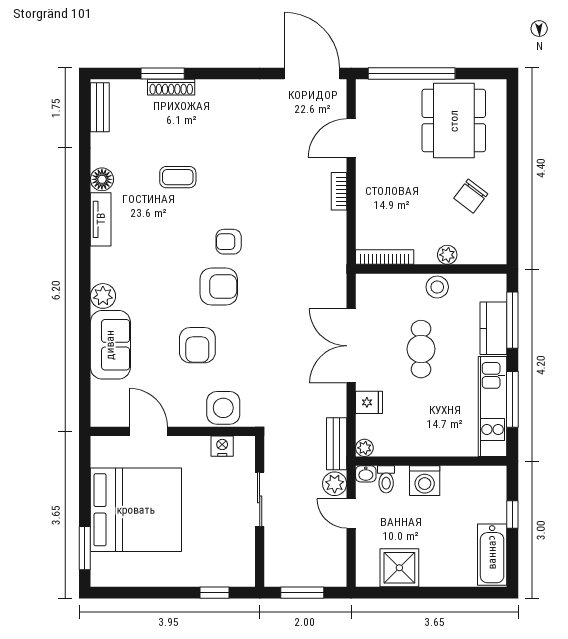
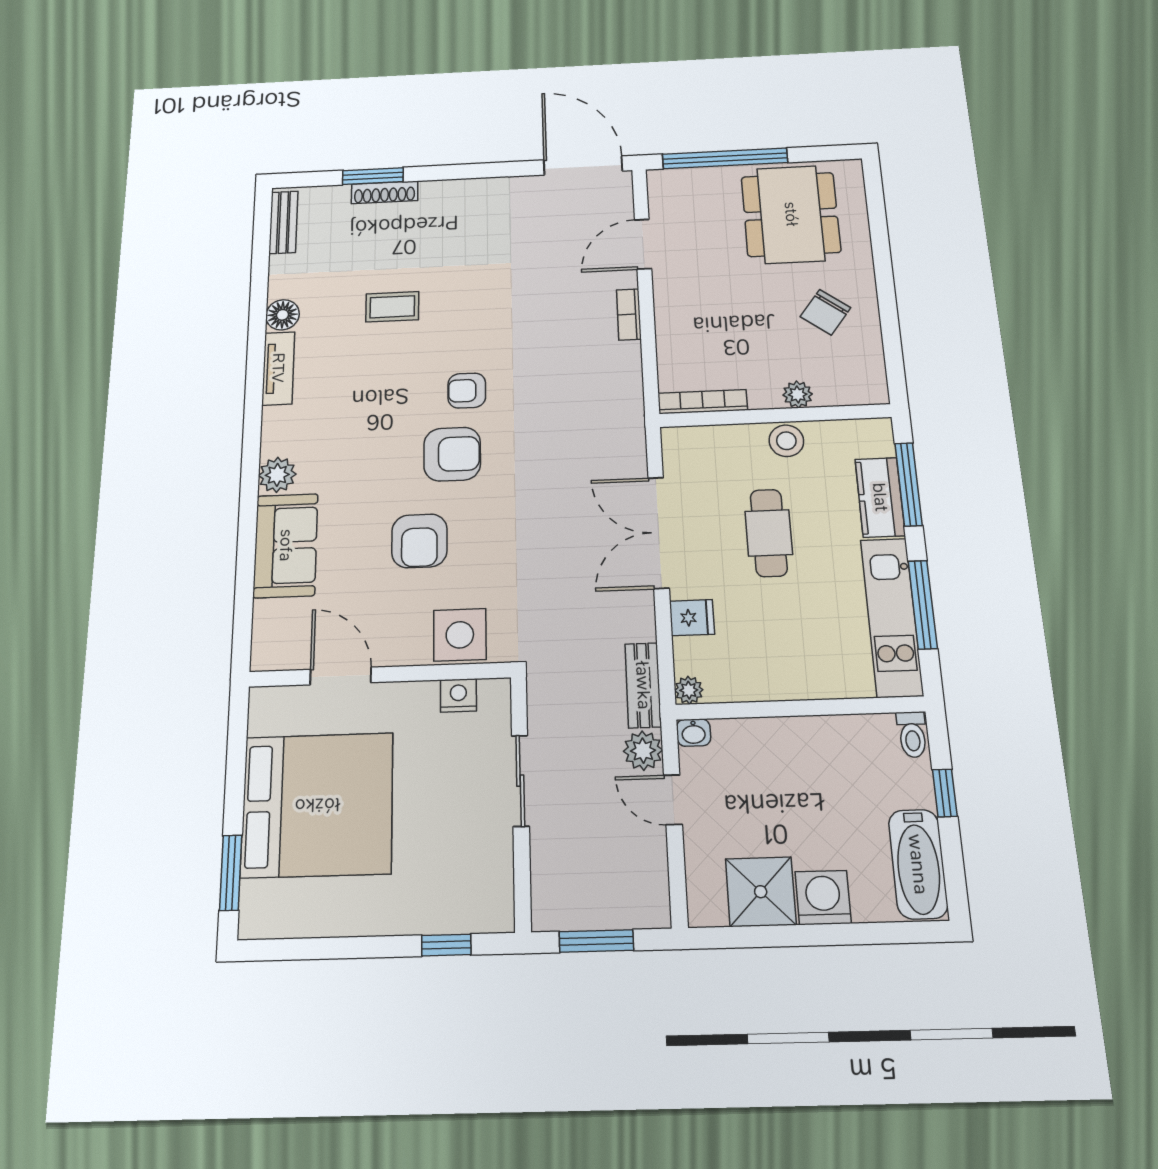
toilet: (386, 479) -> (912, 734), moved
washing machine: (425, 481) -> (823, 898), moved, turned 180

